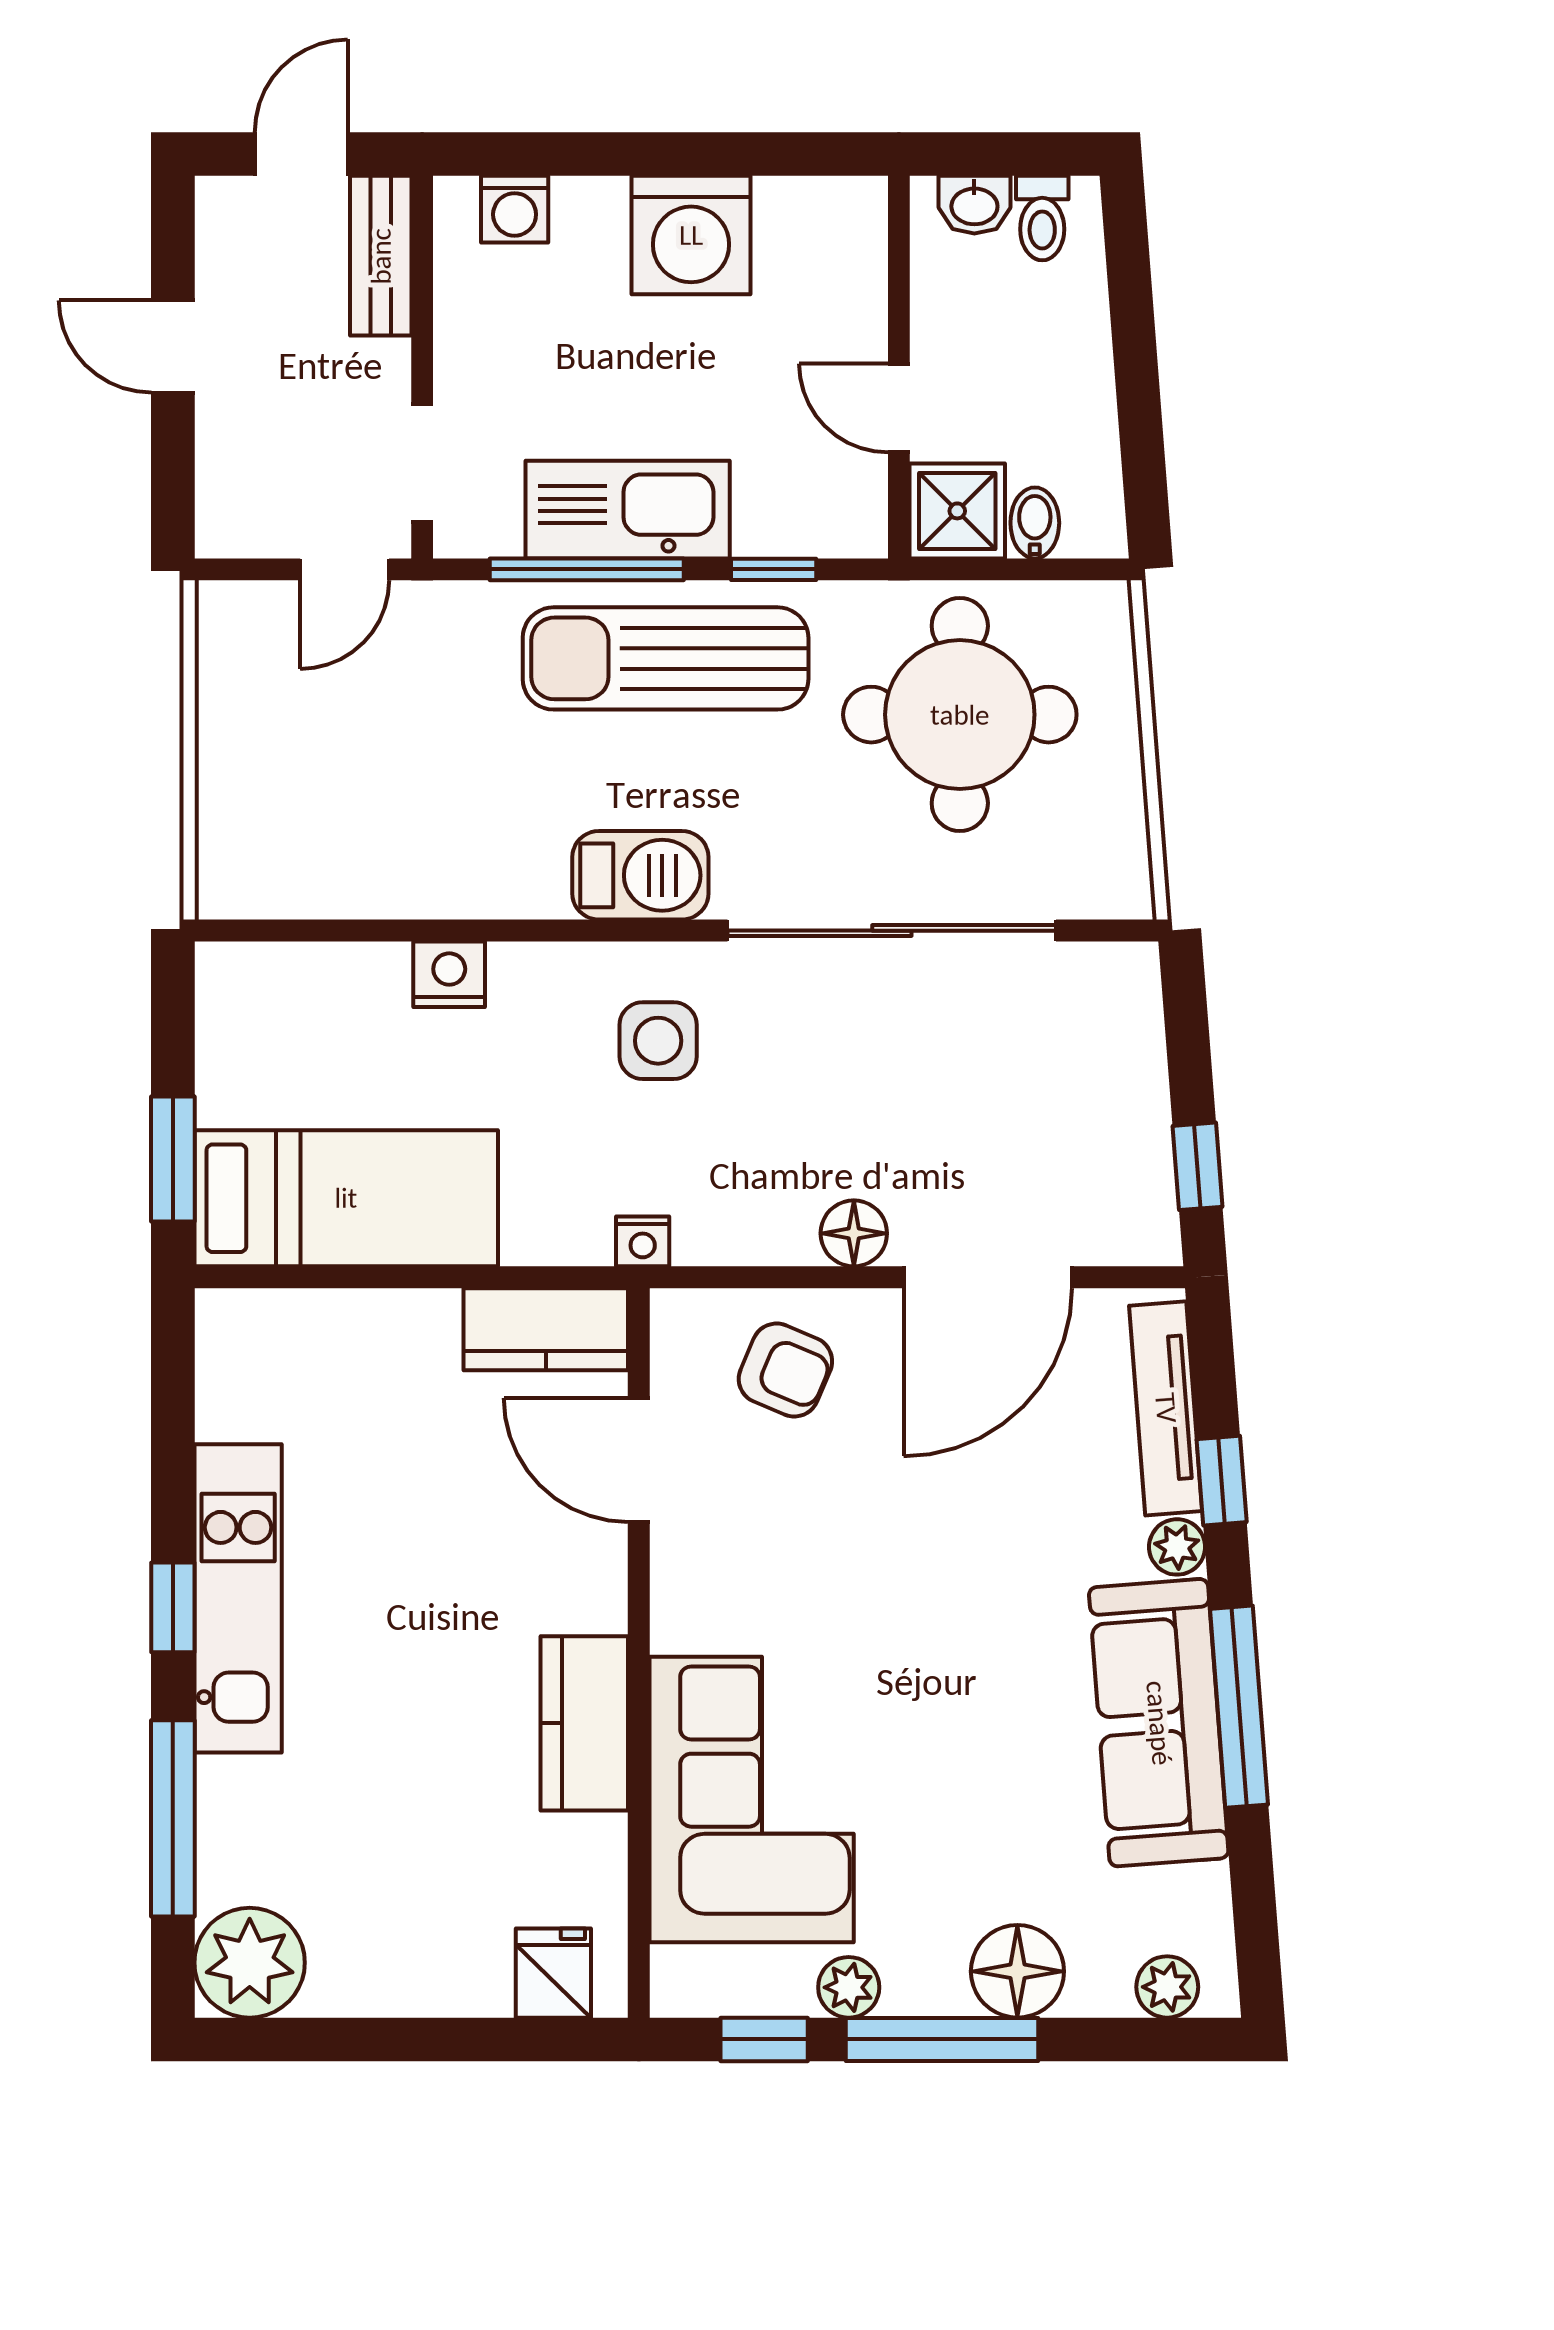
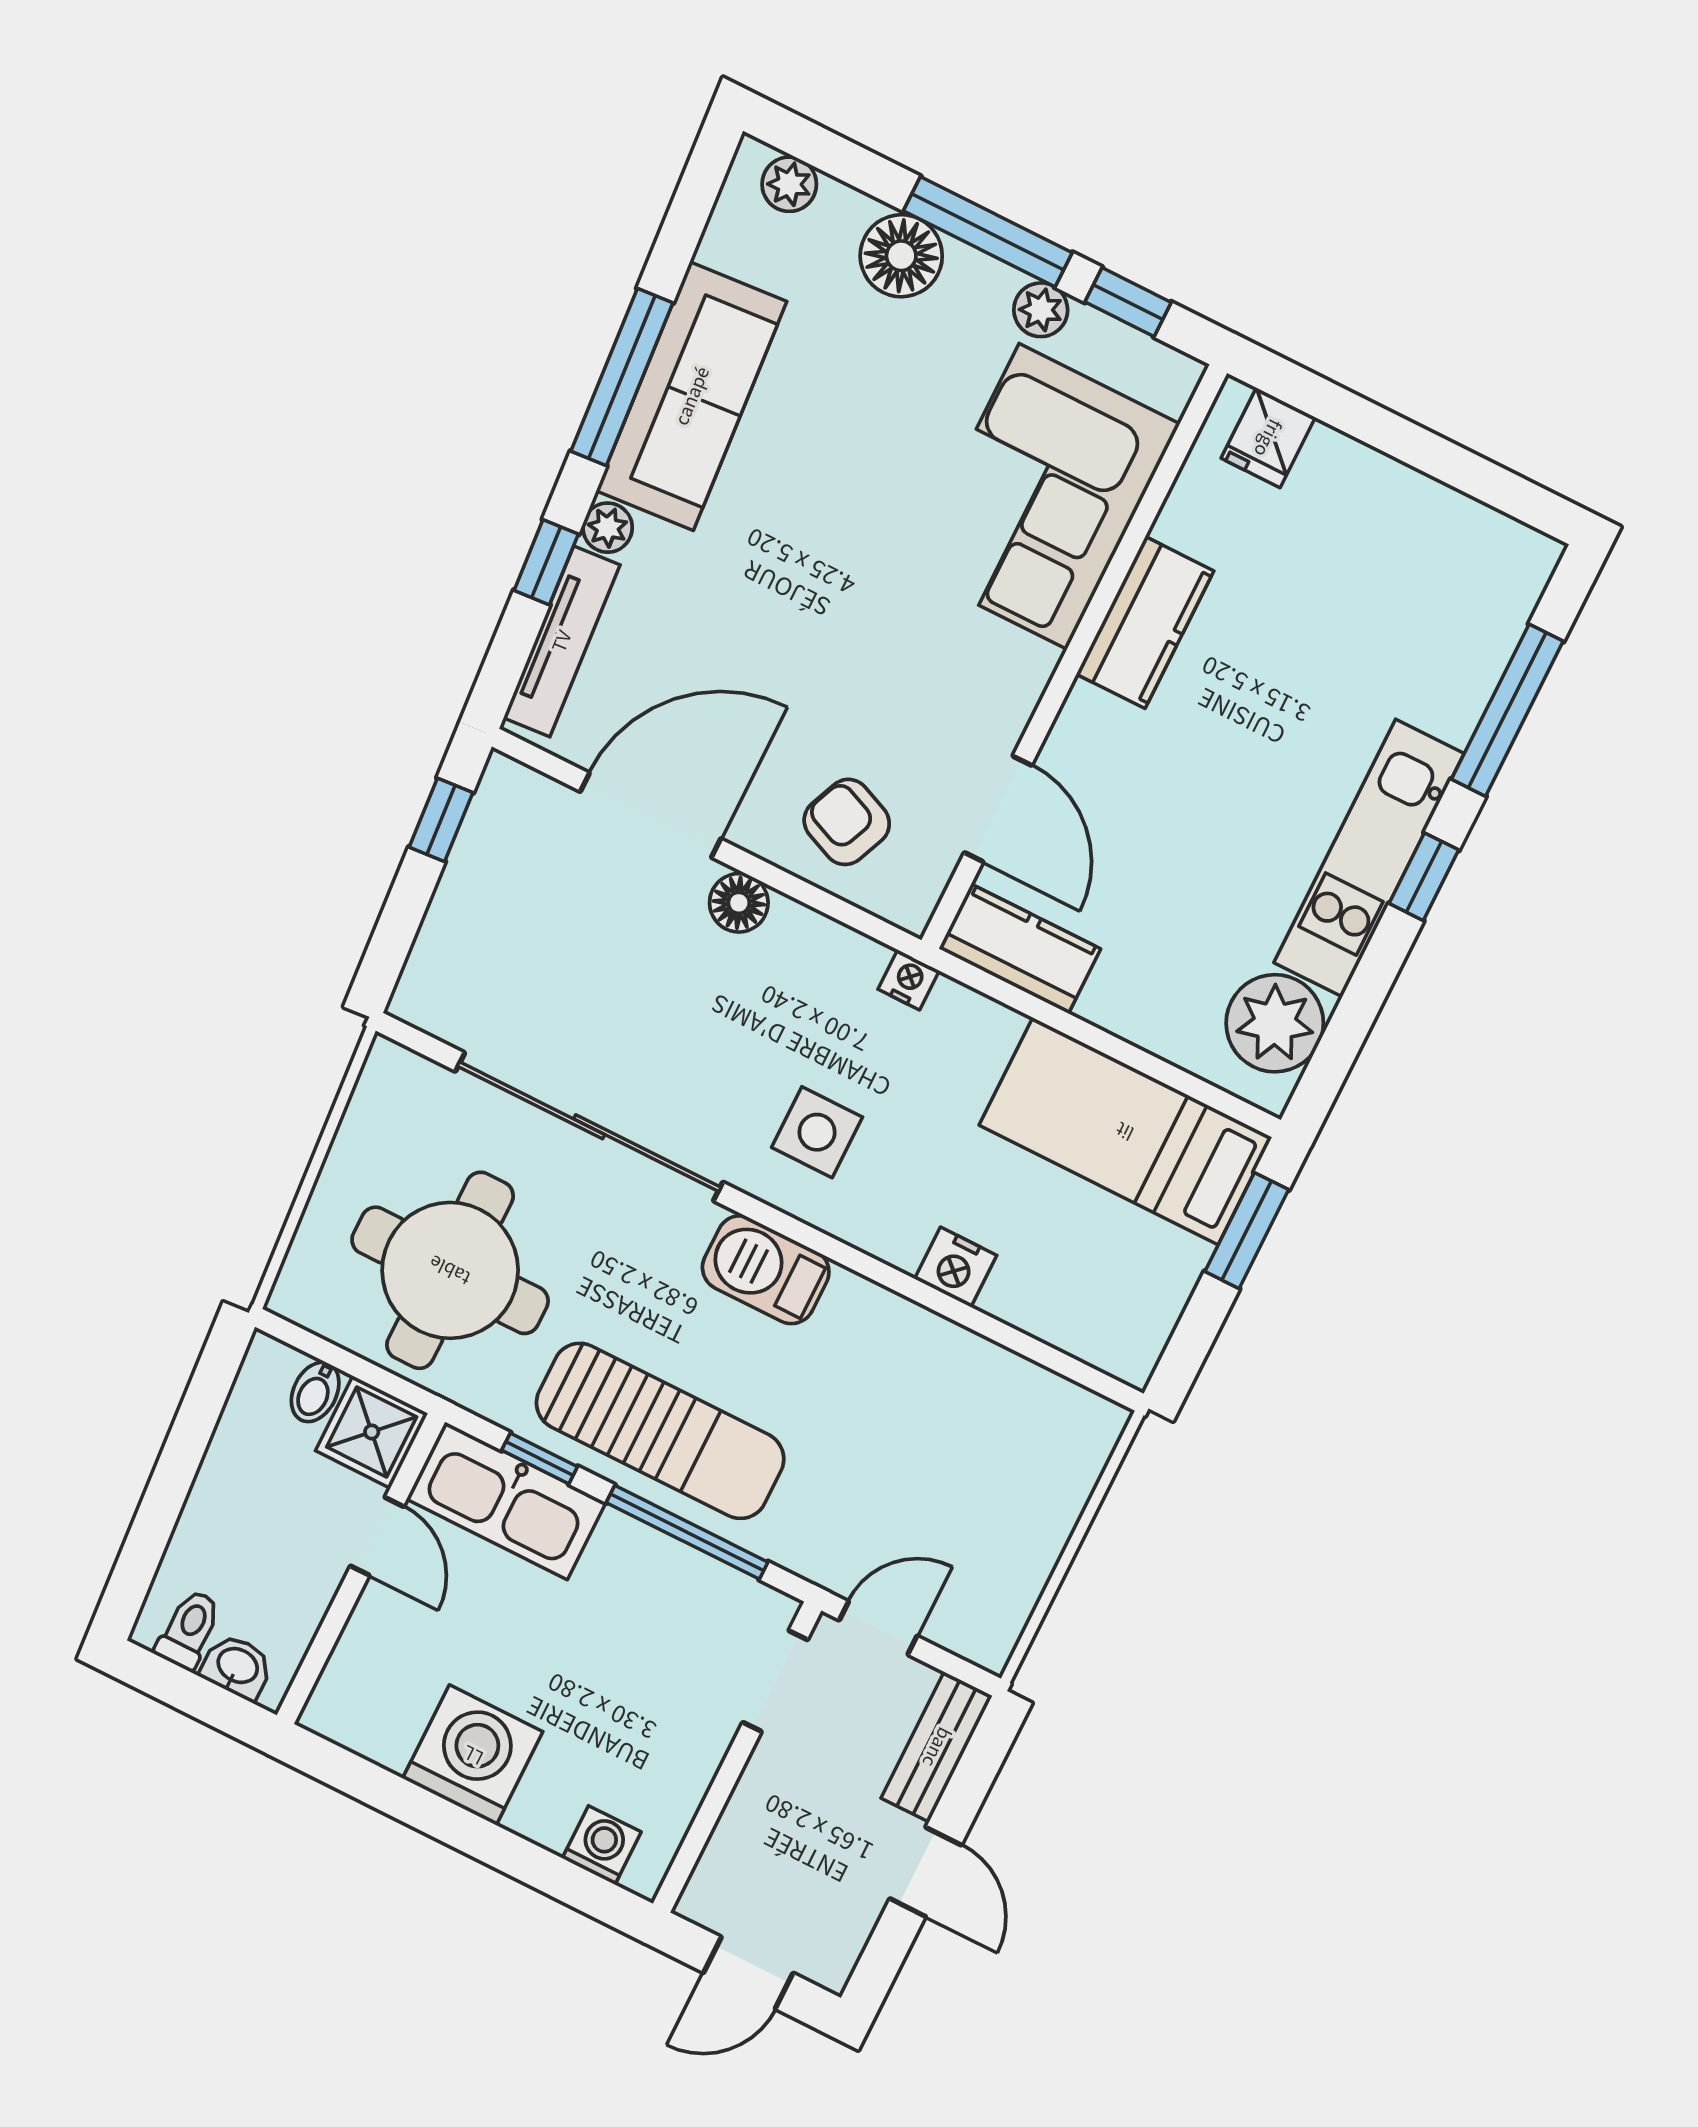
bench: (381, 256) -> (937, 1747), moved
kitchen sink: (628, 510) -> (506, 1501), moved
plant: (250, 1963) -> (1275, 1023), moved

